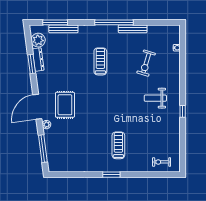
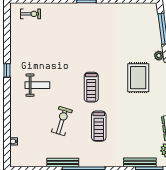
exercise bike: (146, 63) -> (62, 121), moved
treadmill: (118, 145) -> (91, 87), moved

